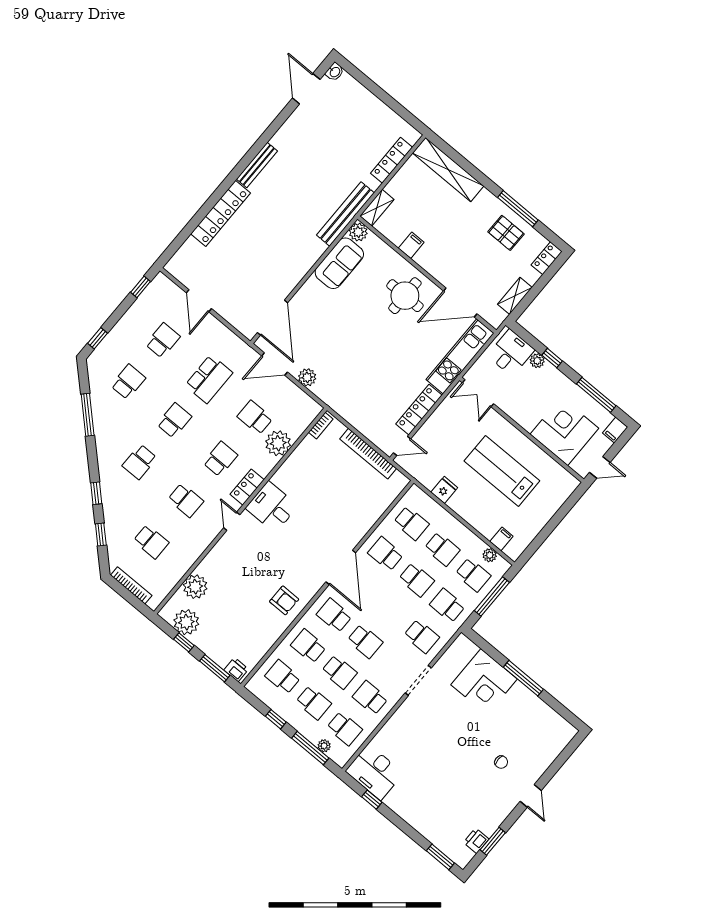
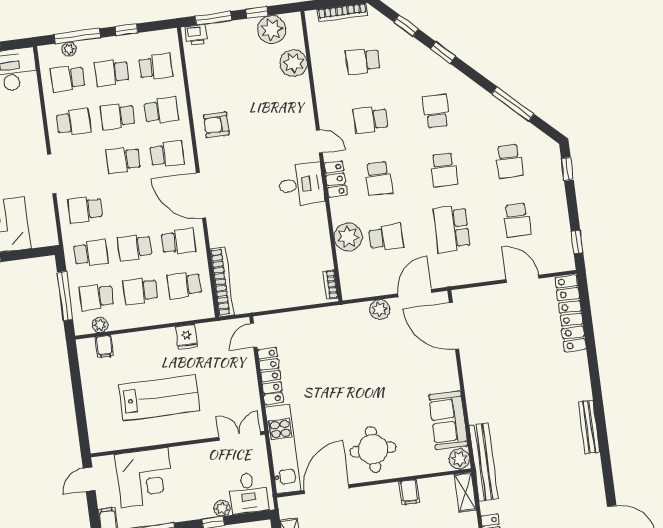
locker: (220, 213) -> (571, 313), moved
bookcase: (368, 454) -> (222, 282), moved, turned 90

